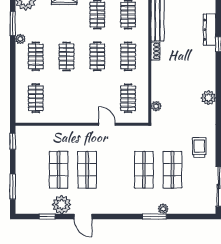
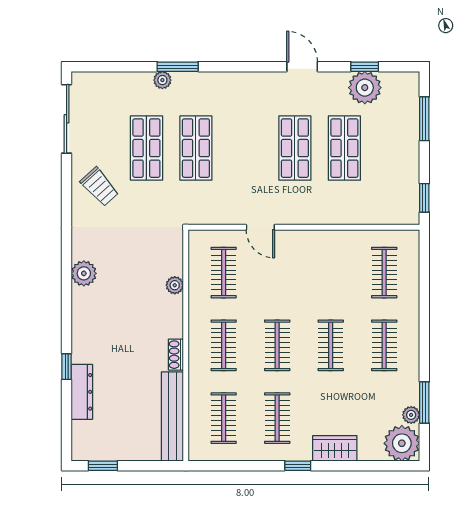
plant: (20, 39) -> (411, 415), moved
plant: (156, 106) -> (175, 285), moved
trolley: (199, 148) -> (100, 187), turned -42
plant: (62, 205) -> (365, 88), moved

